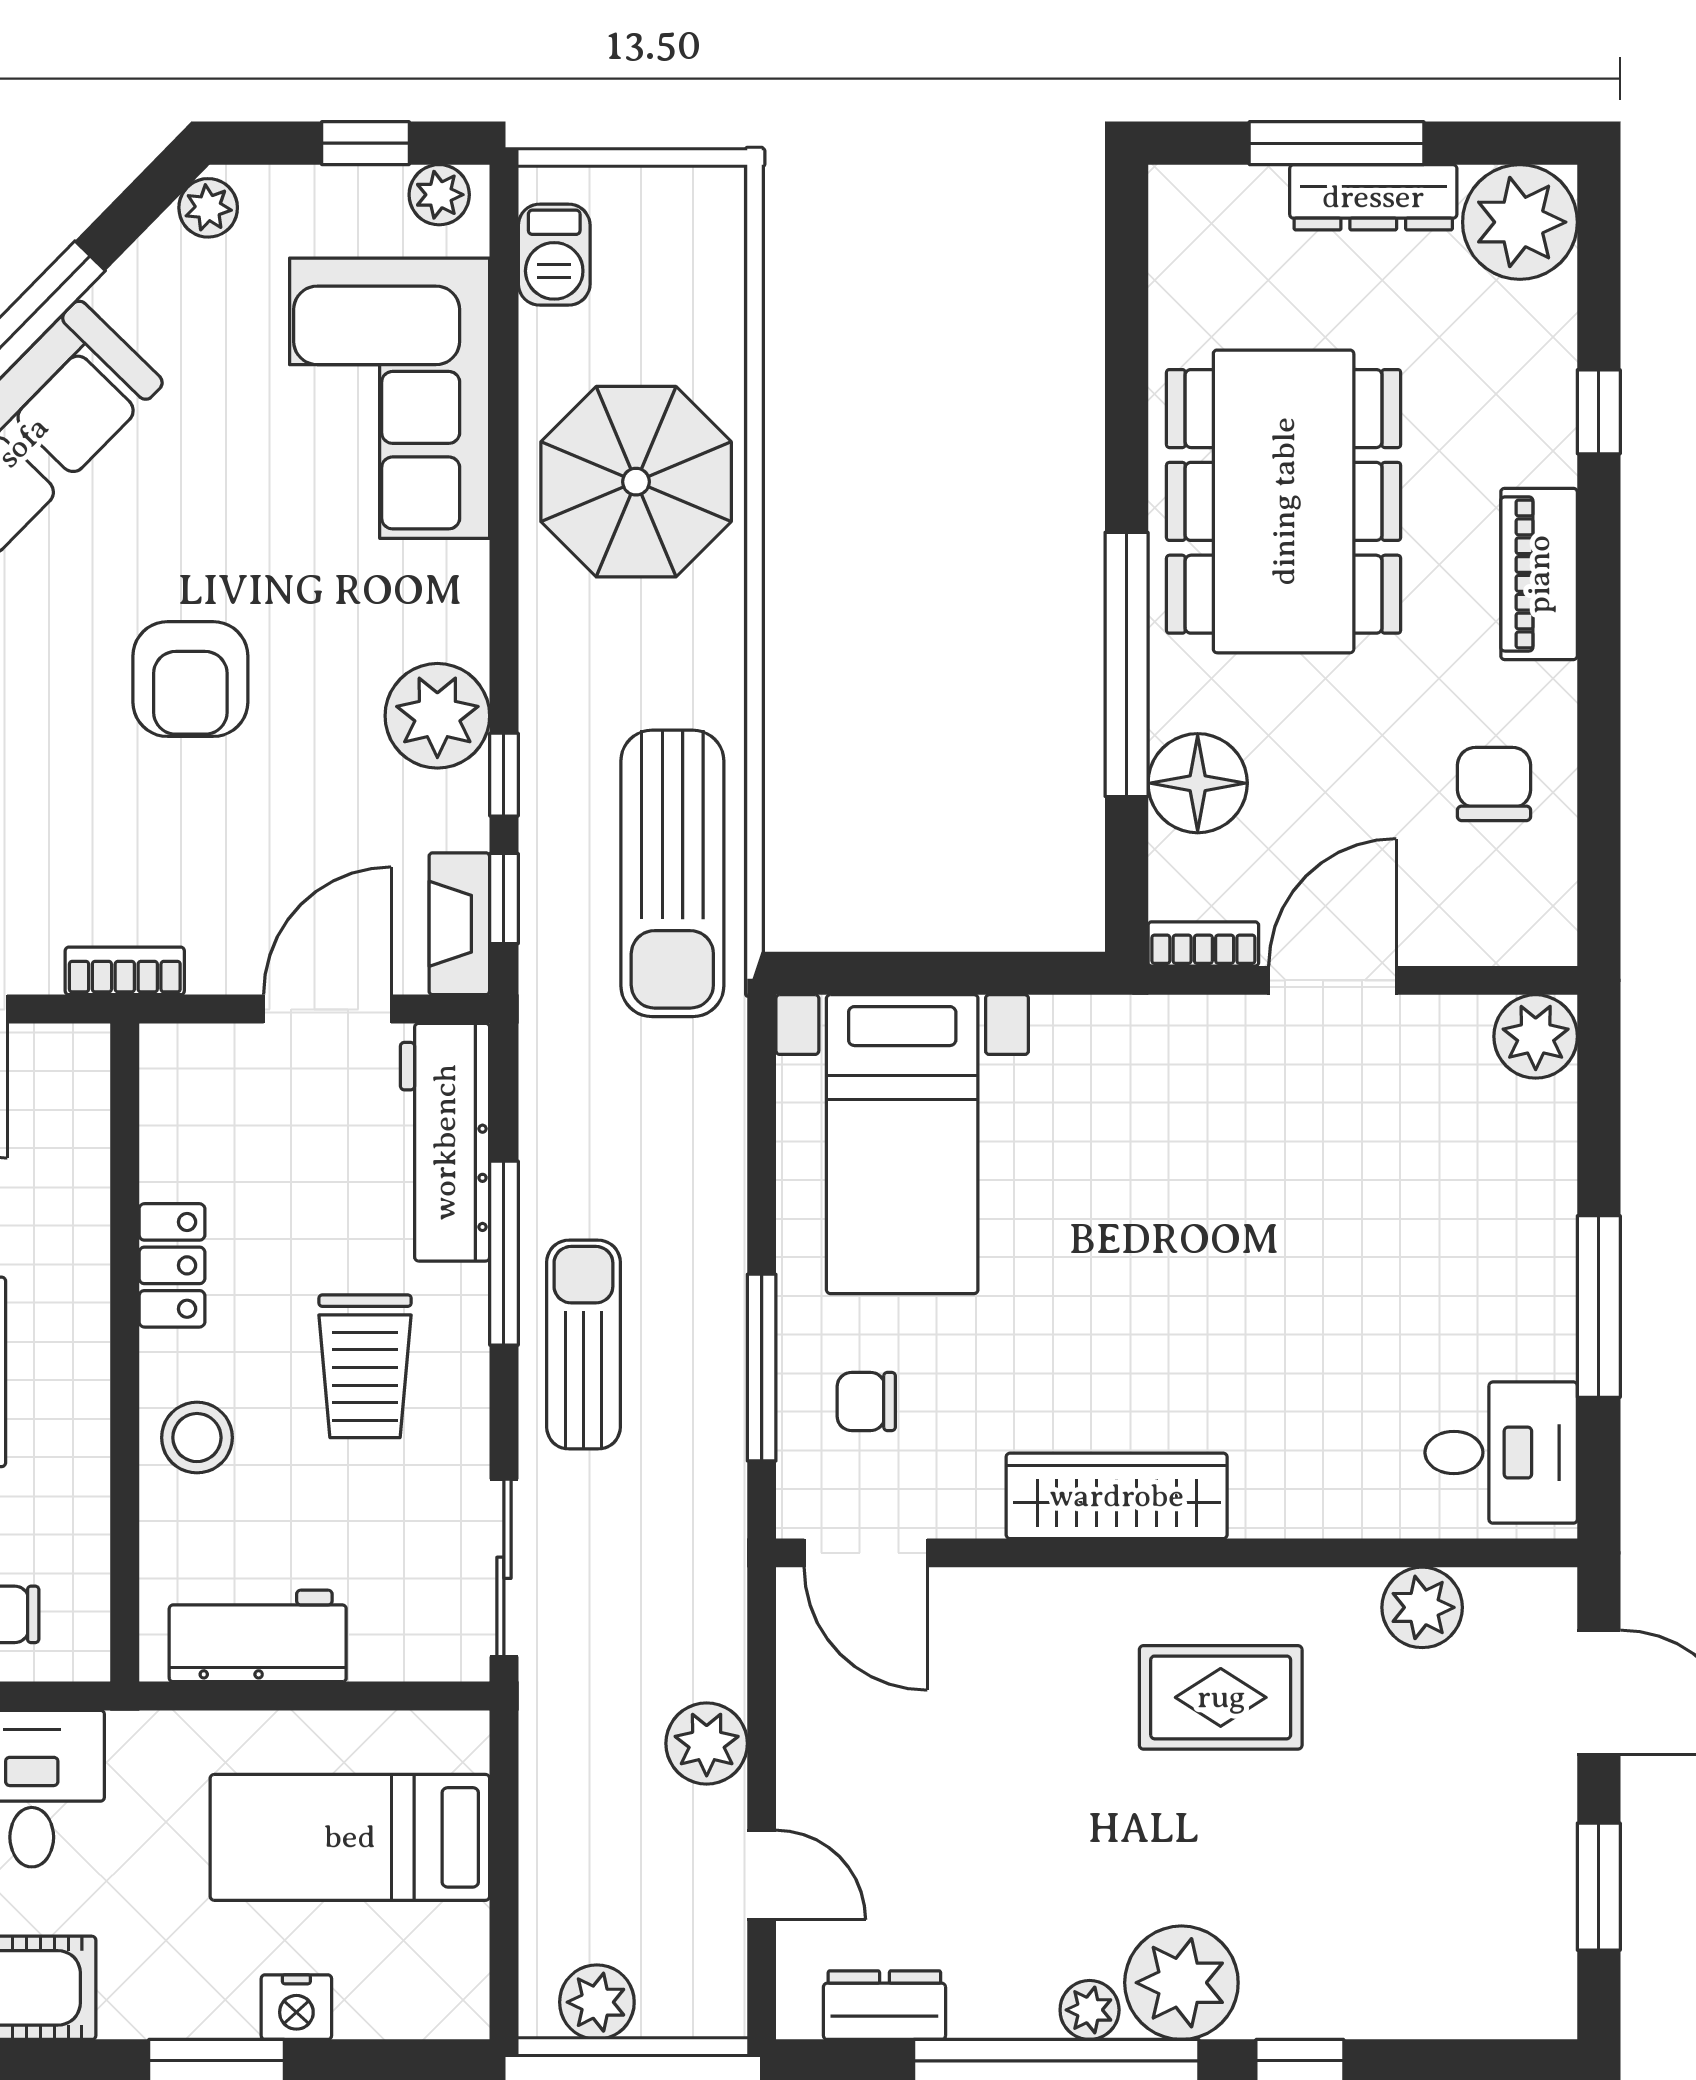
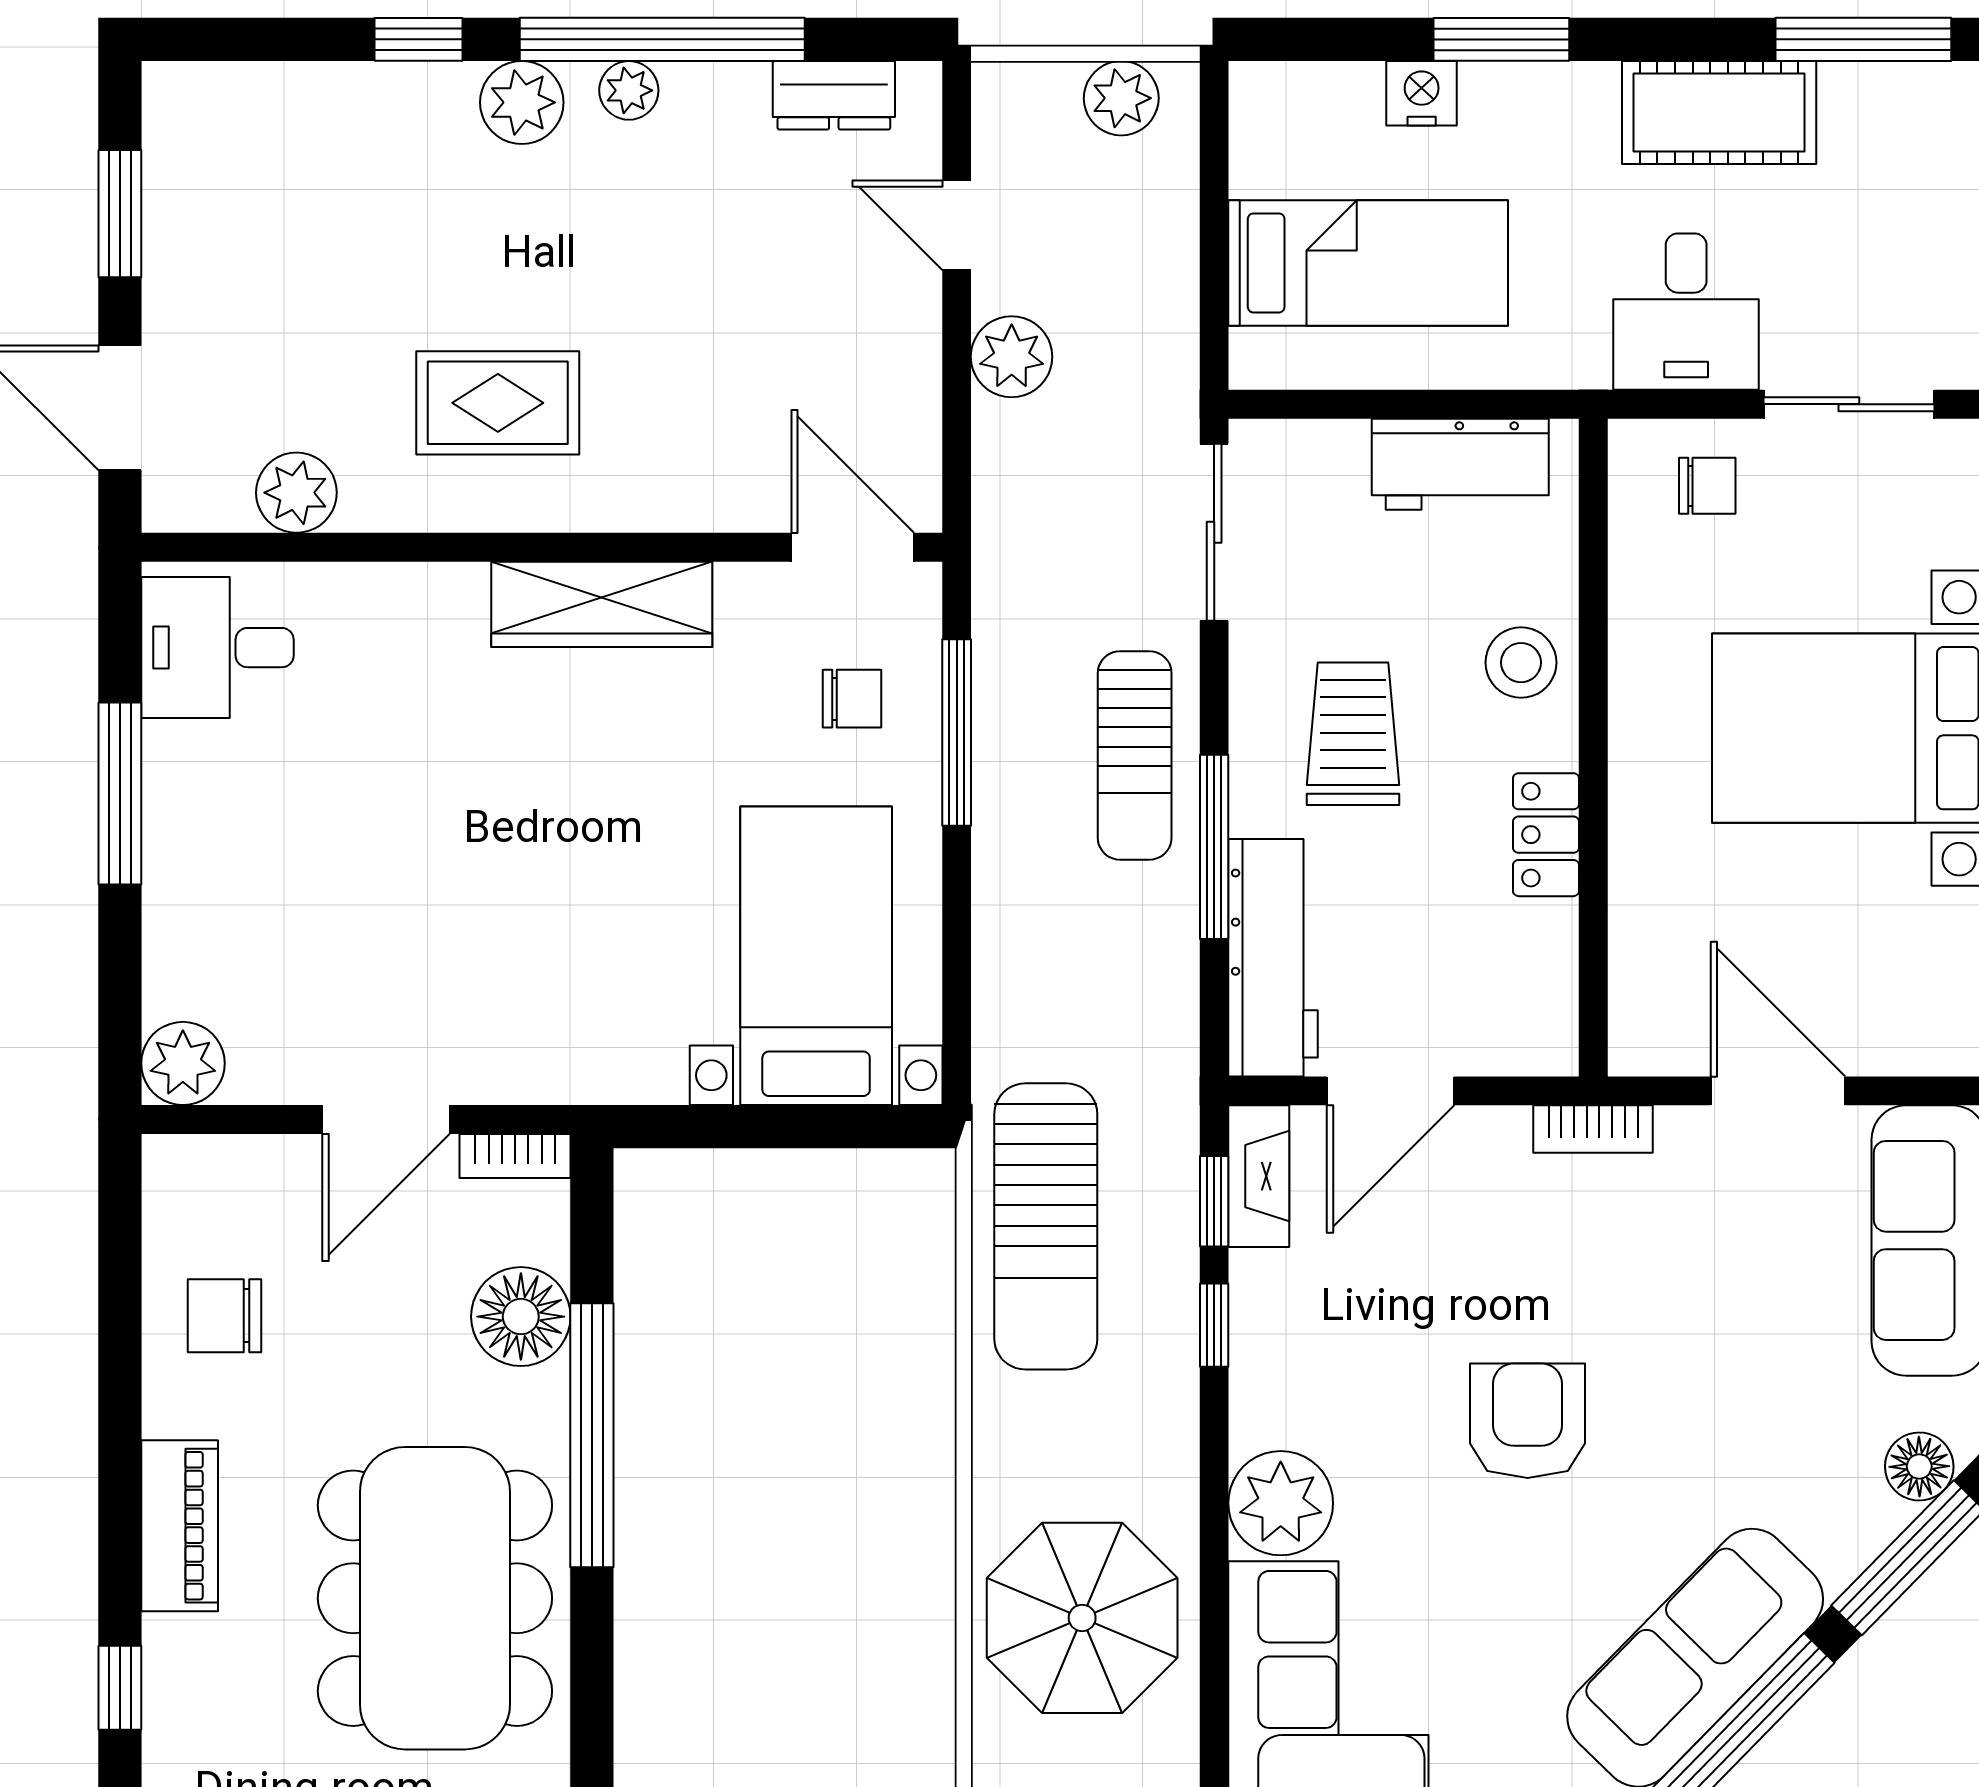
plant: (437, 716) -> (1281, 1503), moved
chair: (1494, 784) -> (225, 1316), turned 90
sun lounger: (672, 873) -> (1046, 1226), turned 180
plant: (1181, 1983) -> (522, 102), width x0.73, depth x0.73

